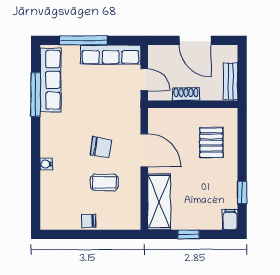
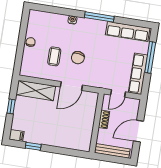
bench: (230, 81) -> (112, 151), width x1.36
window: (36, 95) -> (99, 17), moved
pallet: (211, 143) -> (69, 131), removed

